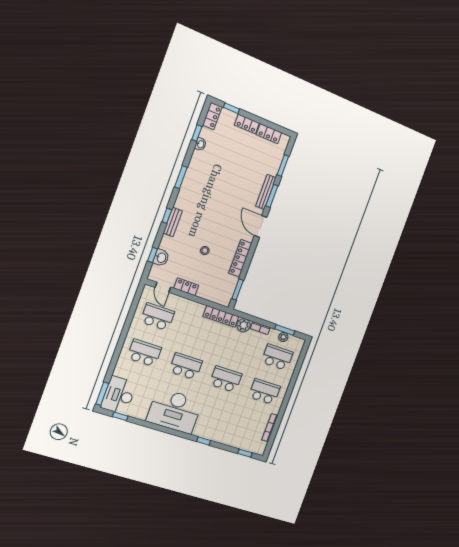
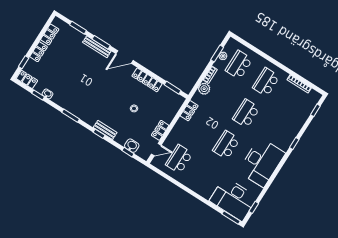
locker: (221, 316) -> (189, 111), width x0.66
school desk: (144, 353) -> (206, 176), removed
desk: (119, 395) -> (233, 199), width x1.36, depth x1.30

